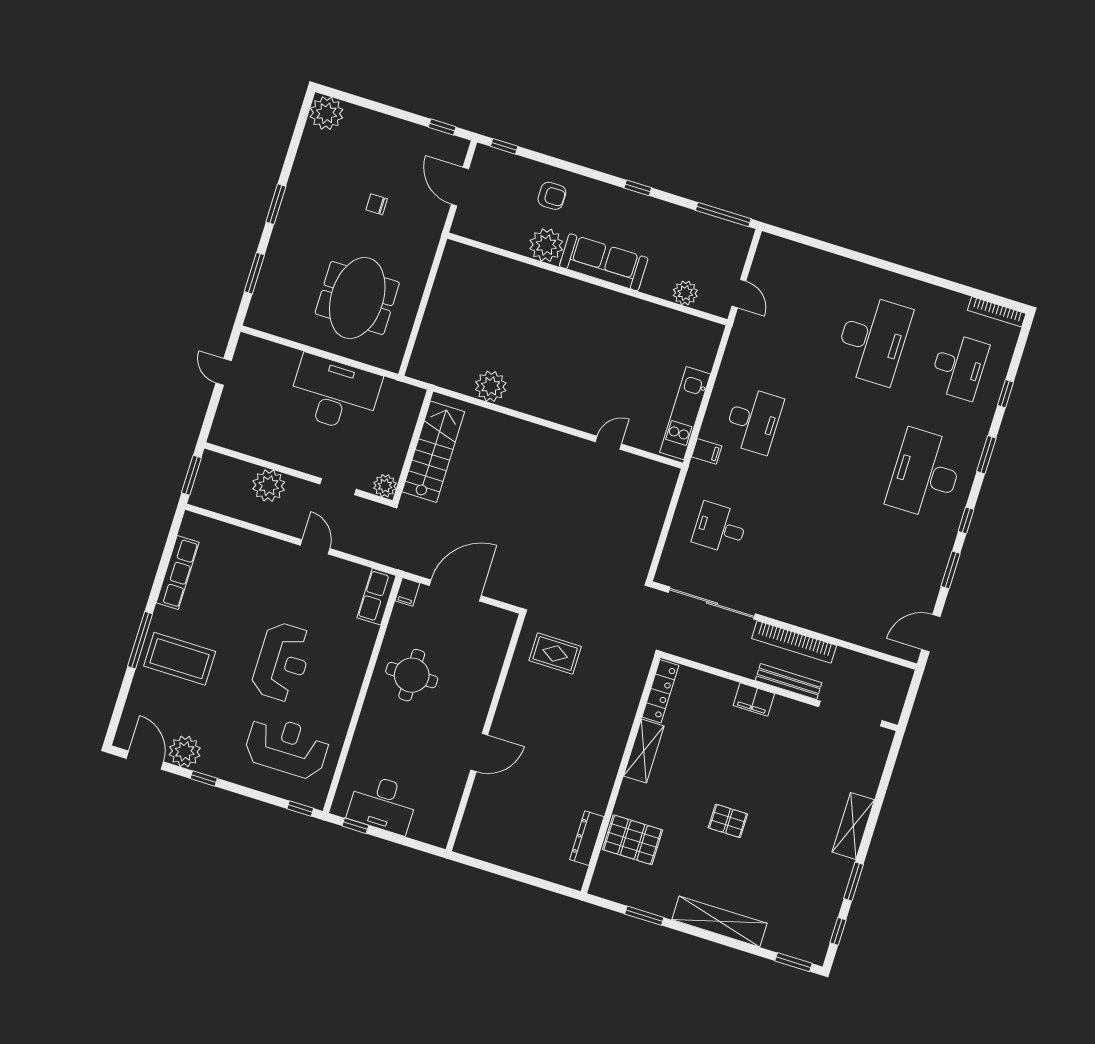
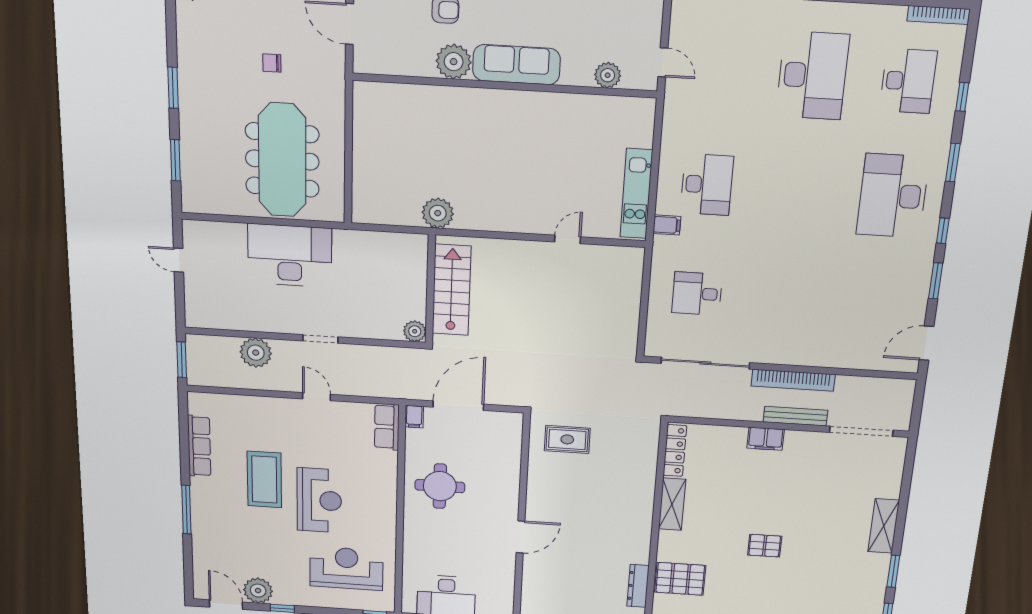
meeting table: (357, 298) -> (282, 160), width x1.36
wall: (413, 446) -> (430, 289), moved
stairs: (433, 452) -> (452, 290), moved
plant: (385, 486) -> (415, 331), moved
coffee table: (180, 659) -> (264, 480), moved, turned 90

